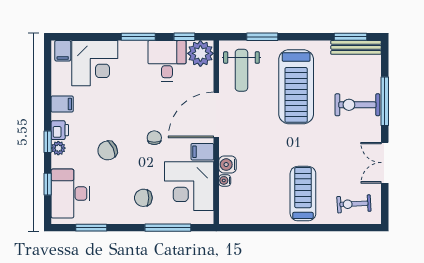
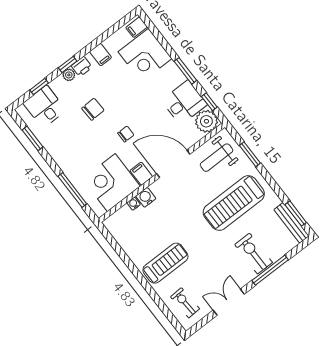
chair: (108, 150) -> (93, 109), turned 114
desk: (71, 194) -> (45, 107), width x0.73
chair: (143, 198) -> (80, 158), removed

